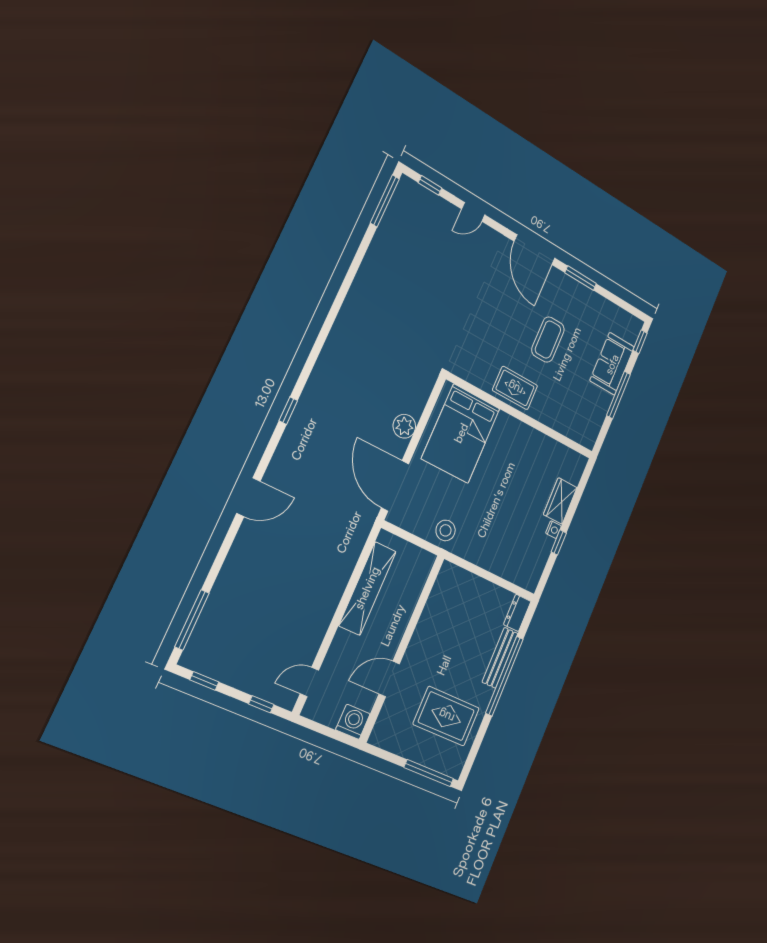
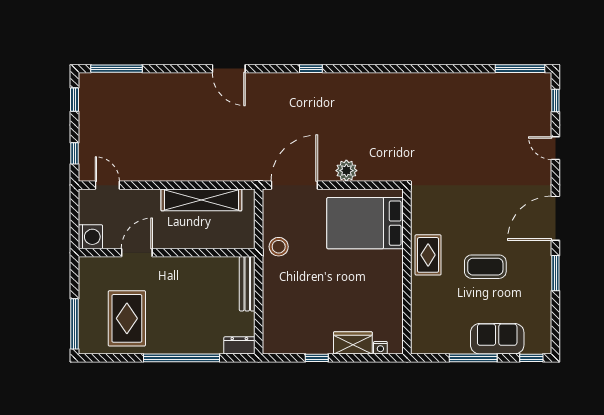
nightstand: (553, 530) -> (380, 348), moved
bench: (500, 658) -> (247, 284), moved, turned 90
door: (389, 679) -> (137, 253), hinge flipped

